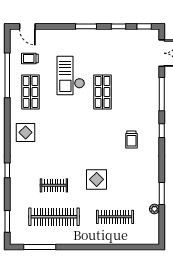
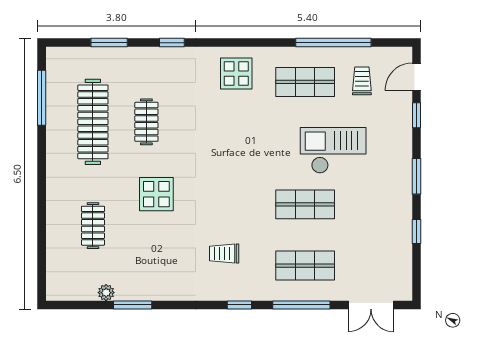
window: (144, 26) -> (417, 115), moved
shop shelf: (139, 92) -> (305, 266), added
clothes rail: (115, 217) -> (93, 226), width x0.73
window: (7, 221) -> (109, 43), moved

